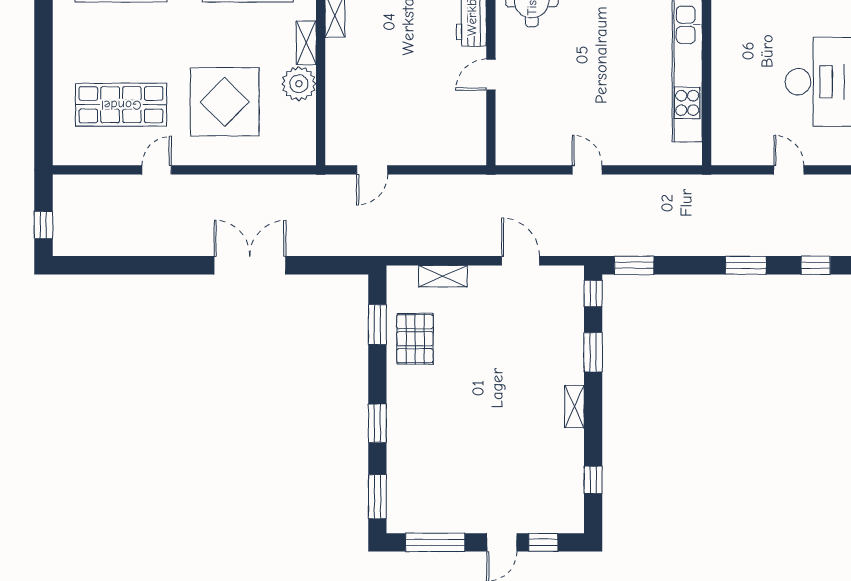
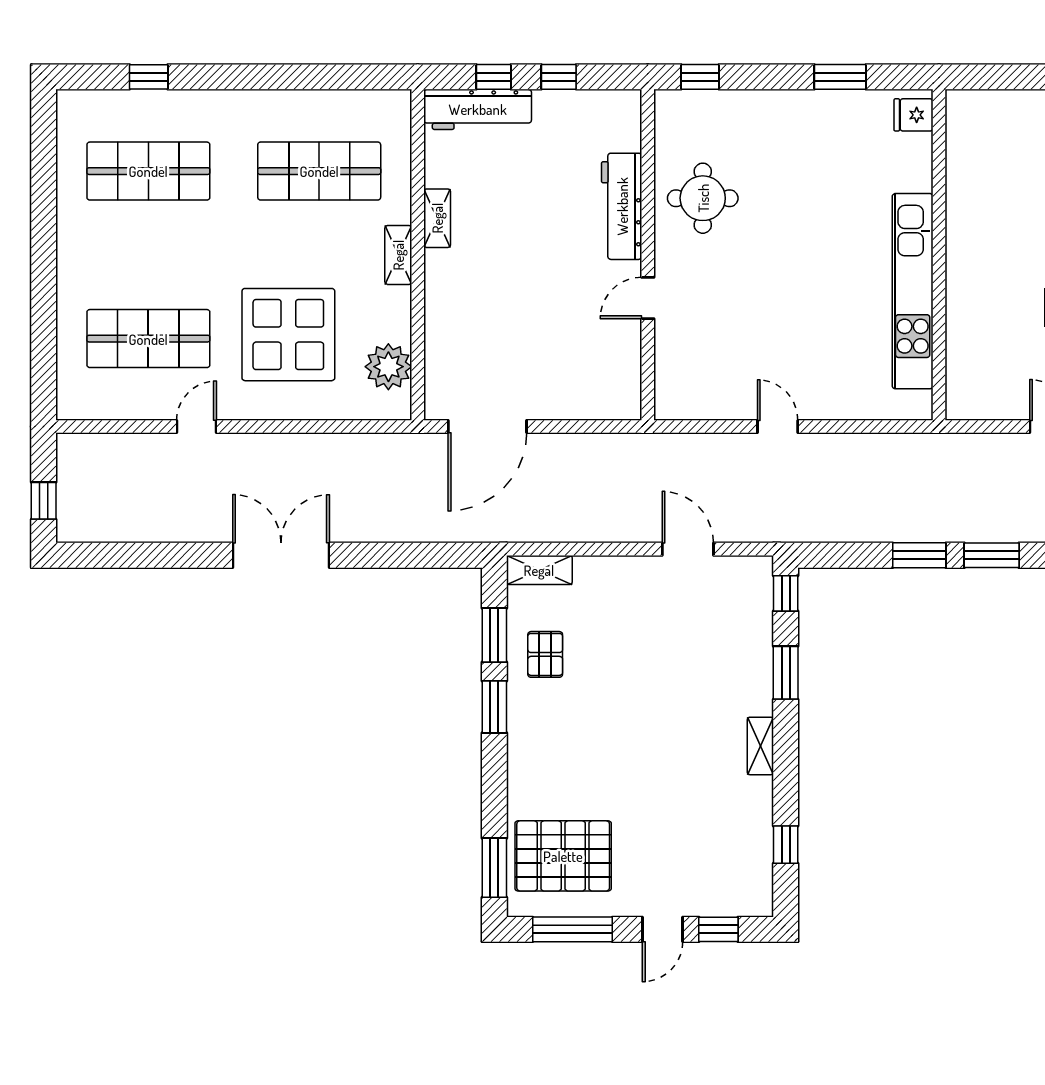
plant: (299, 84) -> (388, 367), moved
door: (372, 170) -> (487, 426), width x1.88
double door: (250, 265) -> (281, 555), moved
window: (634, 265) -> (919, 555), moved
shelving: (443, 276) -> (539, 570), moved
pallet: (415, 339) -> (545, 654), width x0.67, depth x0.71
window: (377, 423) -> (494, 707), moved
pallet: (428, 488) -> (563, 856), added

